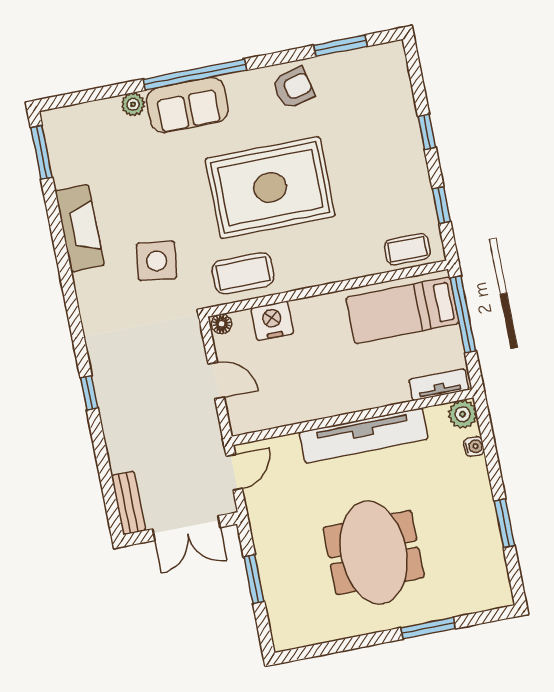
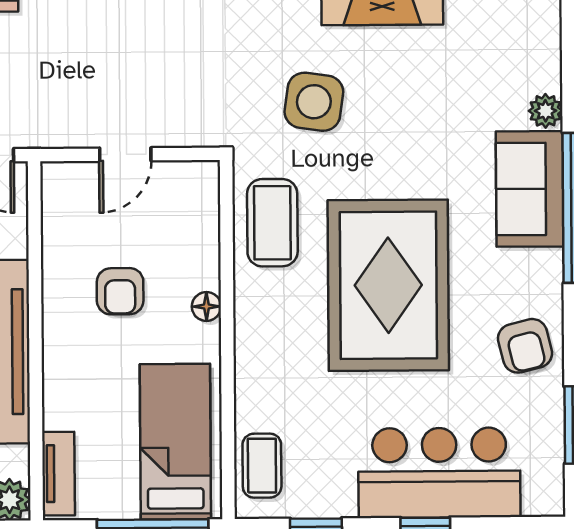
bar counter: (389, 129) -> (439, 473), added
nightstand: (272, 321) -> (196, 252), removed
floor lamp: (222, 324) -> (206, 306), moved
armchair: (309, 367) -> (120, 291), added

